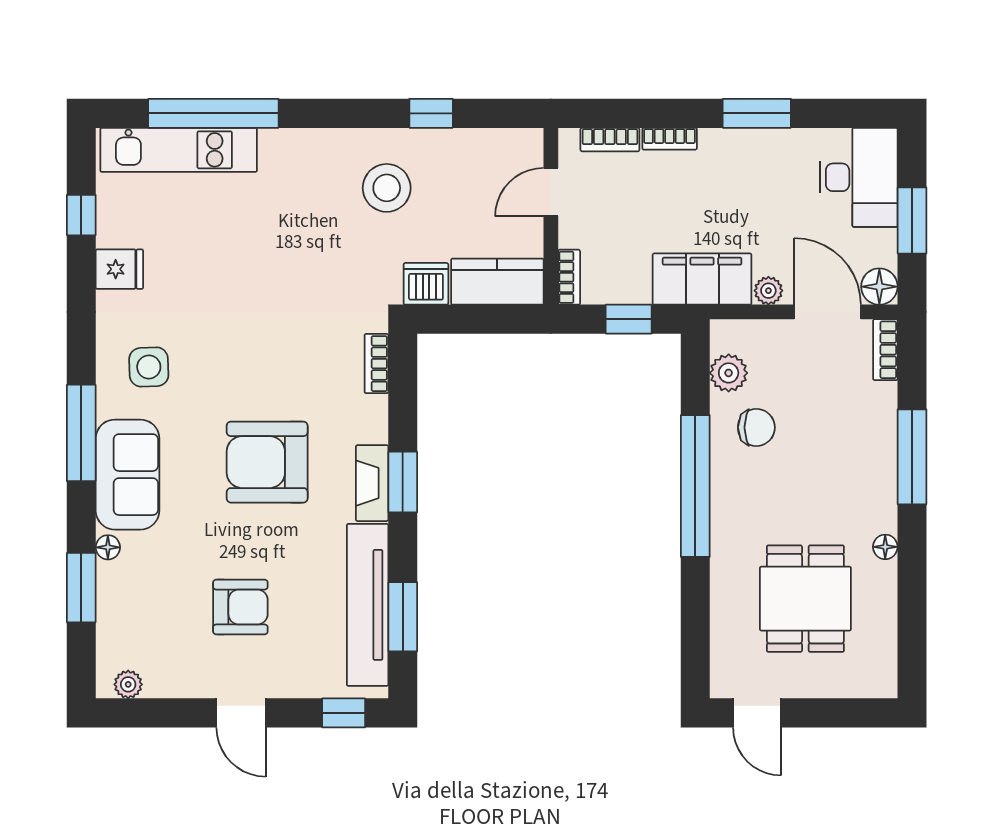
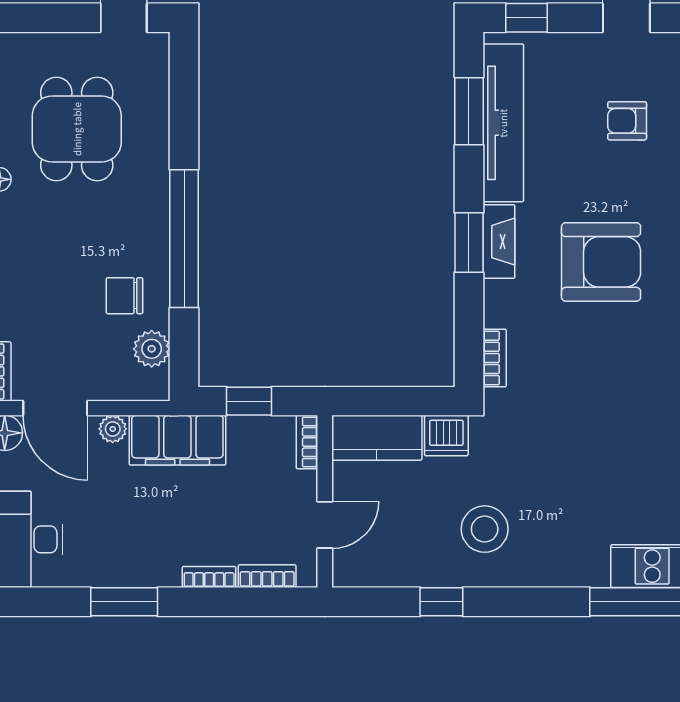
armchair: (240, 607) -> (627, 121), width x0.72, depth x0.72

